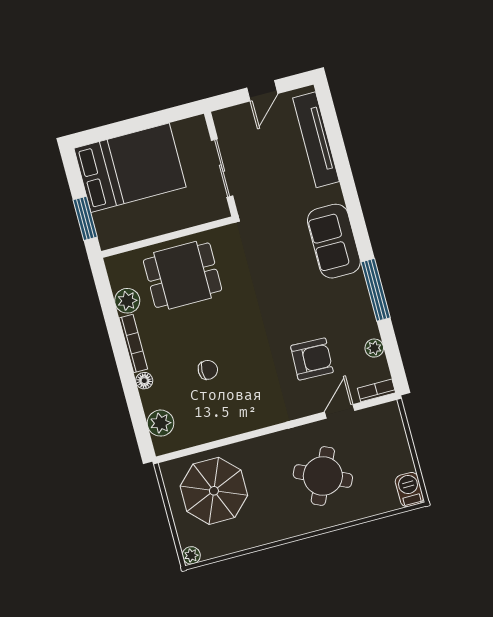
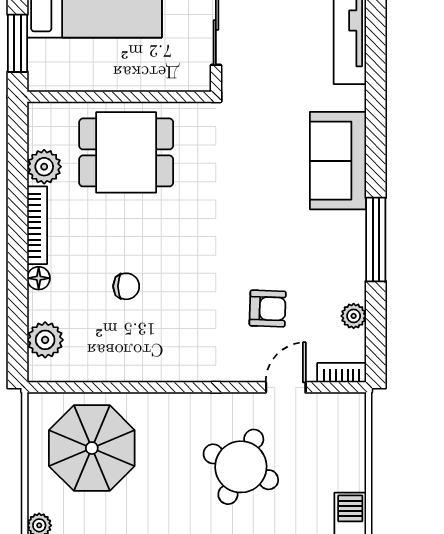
armchair: (312, 359) -> (268, 309), width x0.72, depth x0.72

